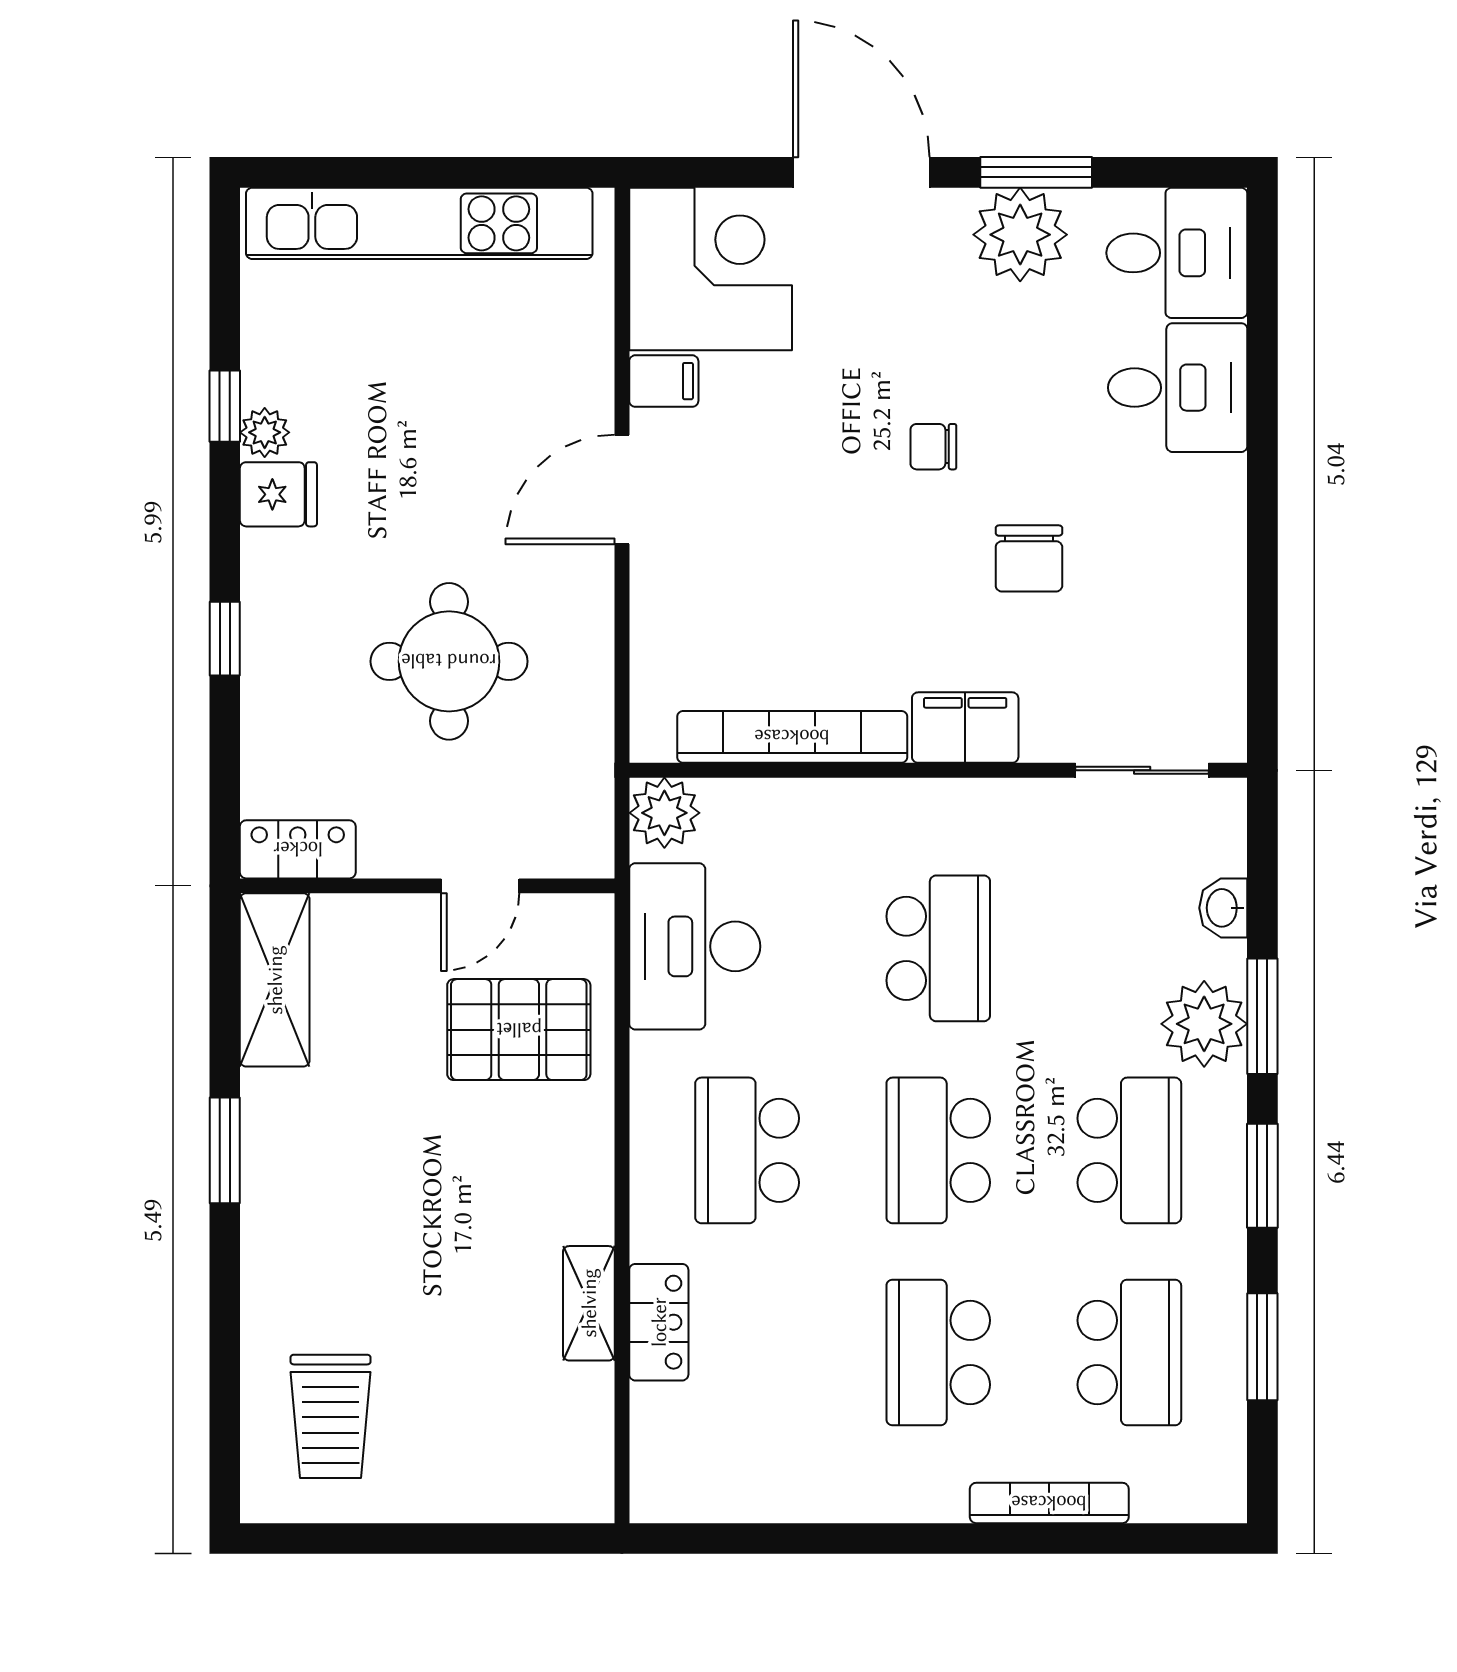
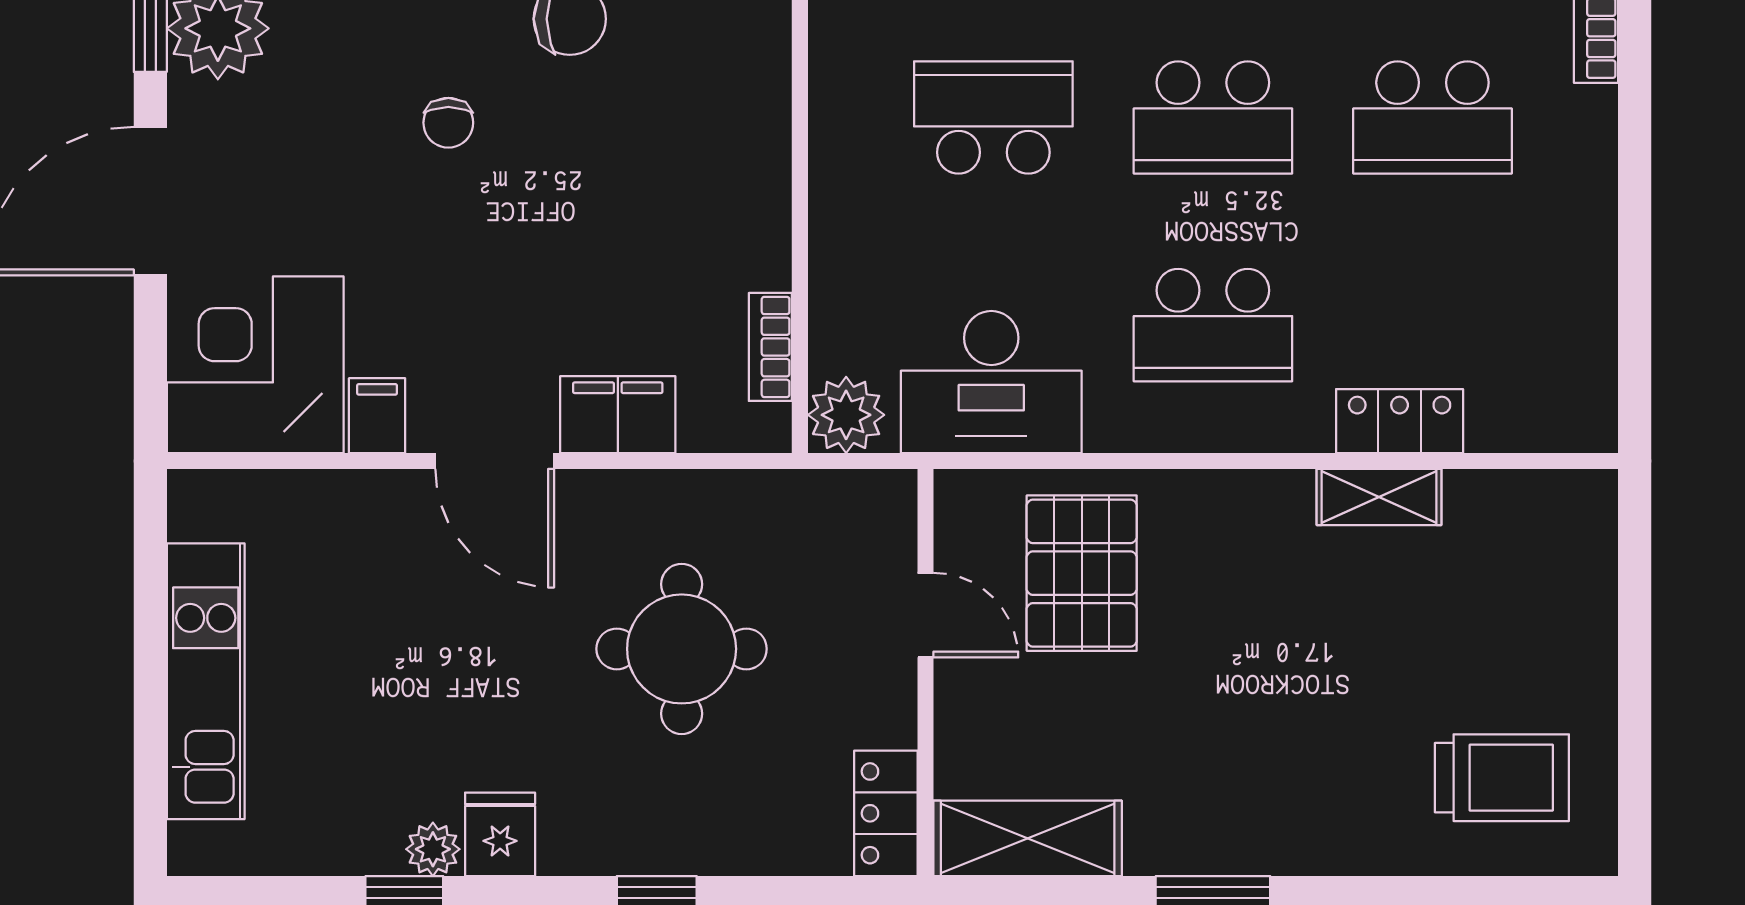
kitchen unit: (419, 223) -> (206, 681), width x0.73
filing cabinet: (965, 728) -> (618, 415), moved, turned 90
bookcase: (792, 737) -> (770, 347), width x0.43, depth x0.76

